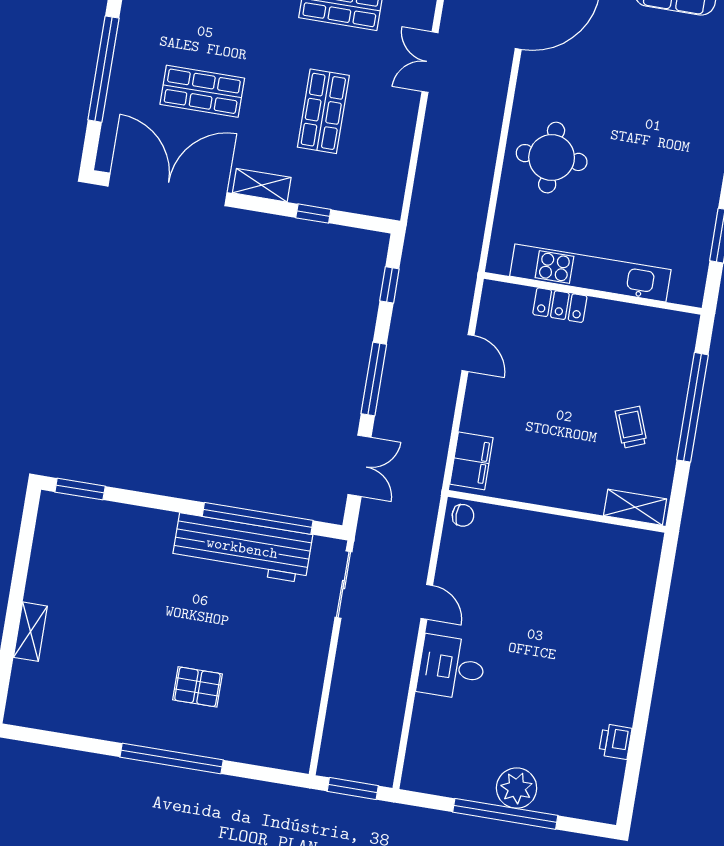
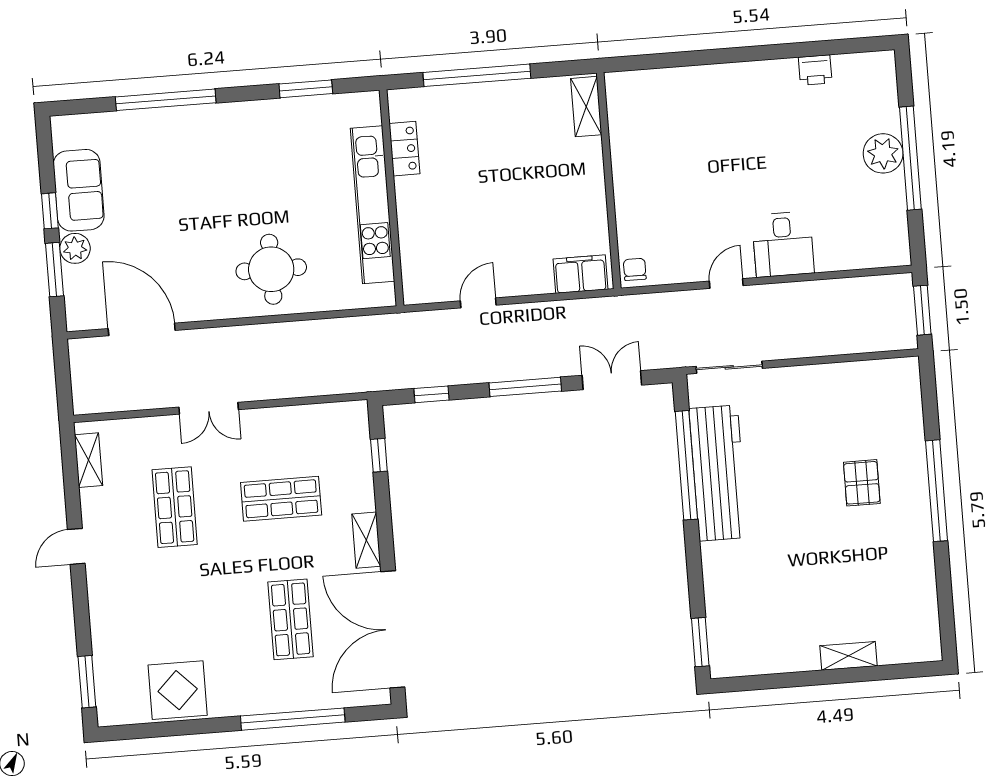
window: (313, 214) -> (379, 455), moved
locker: (560, 305) -> (404, 149), moved
trolley: (631, 427) -> (510, 129), removed

